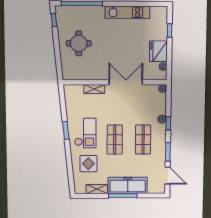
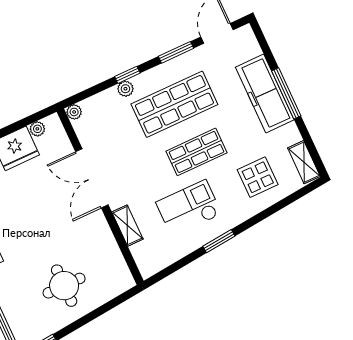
checkout: (85, 133) -> (189, 208), moved
shop shelf: (143, 140) -> (174, 104), width x1.43, depth x1.36
shelving: (97, 189) -> (304, 162), moved

